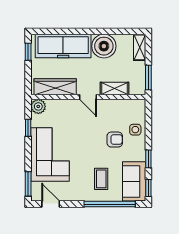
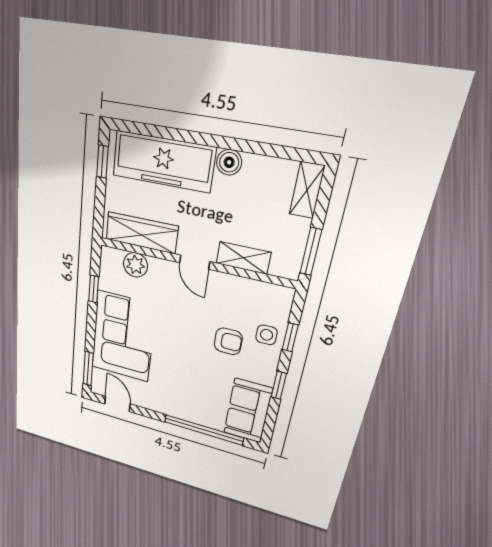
boiler: (104, 46) -> (229, 162), width x0.54, depth x0.54
plant: (38, 106) -> (135, 265), moved
coffee table: (101, 179) -> (196, 392), removed
window: (148, 188) -> (290, 337), moved

